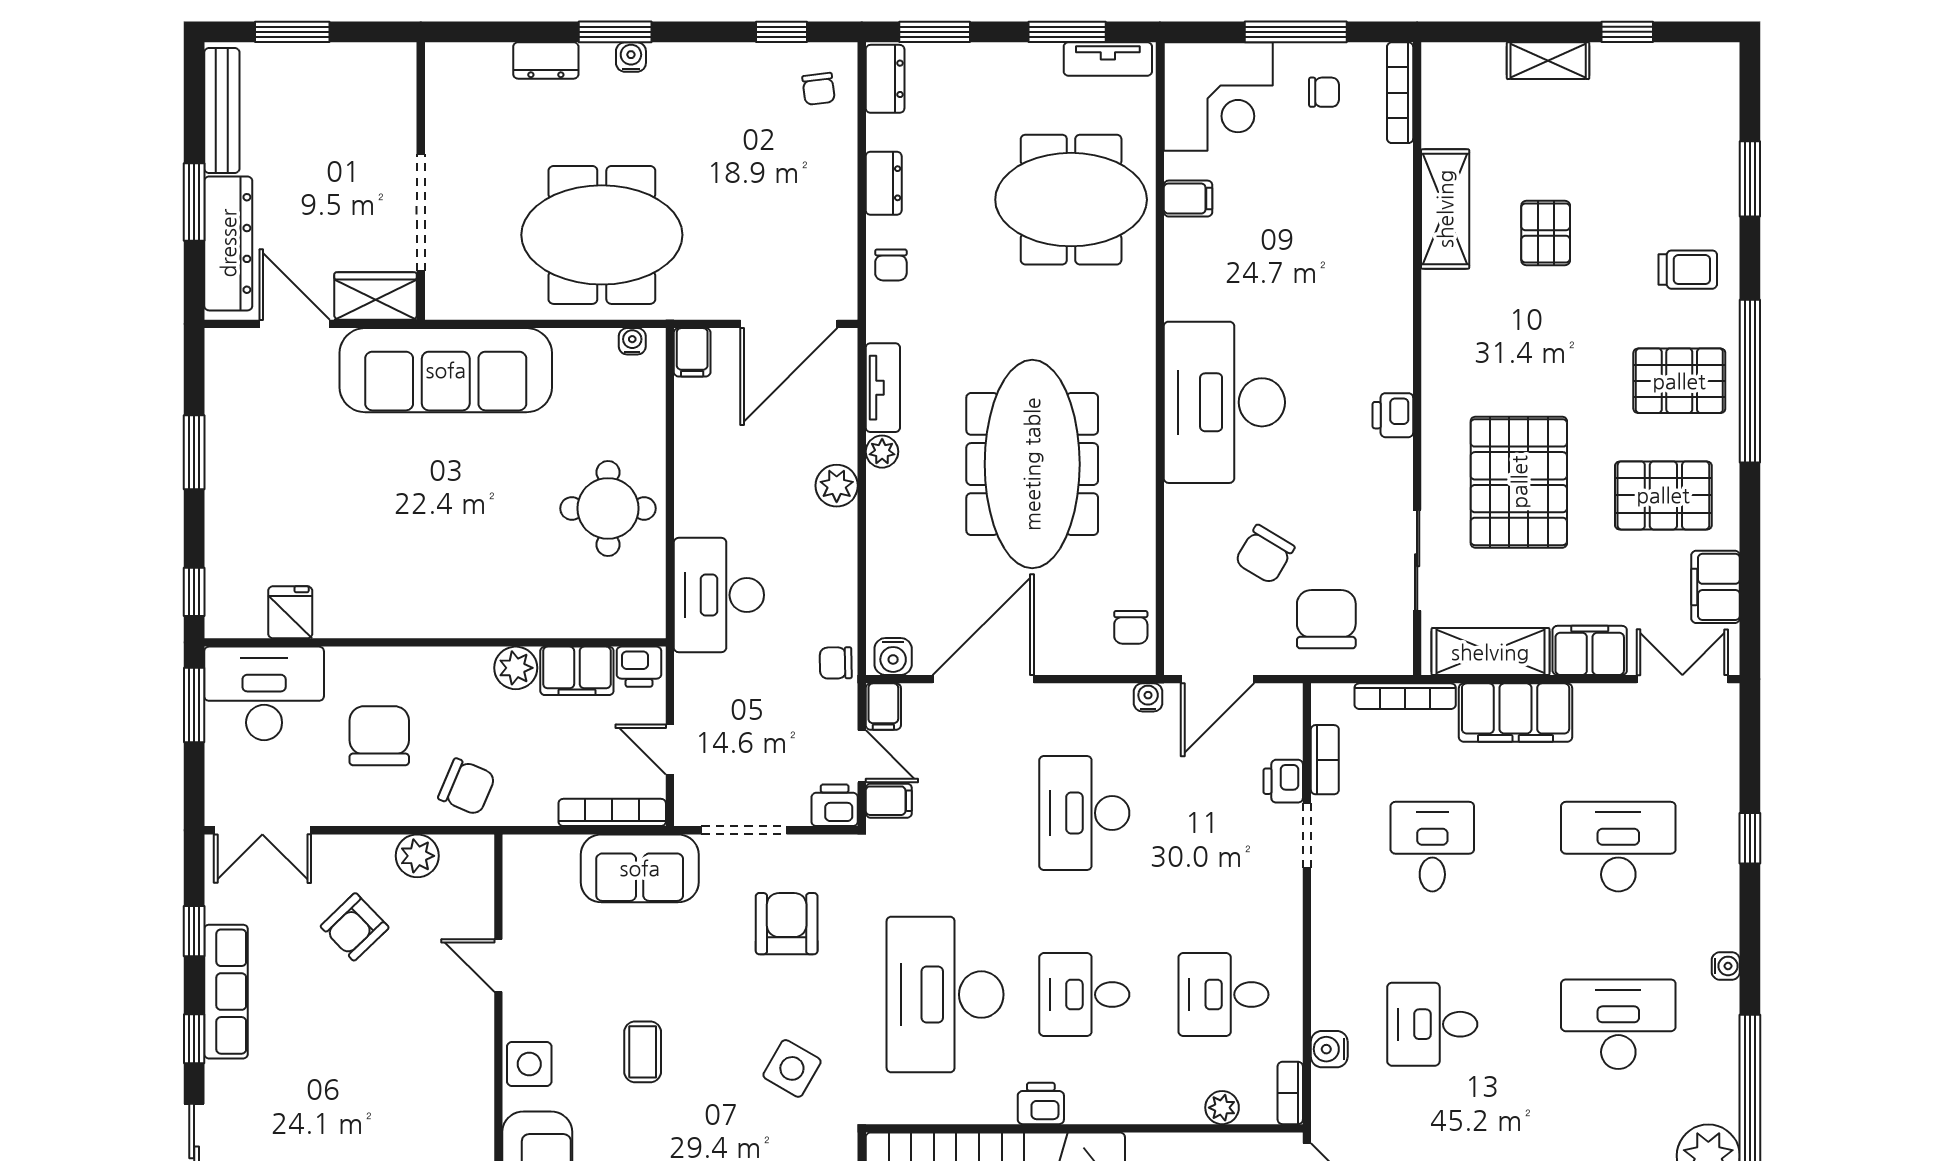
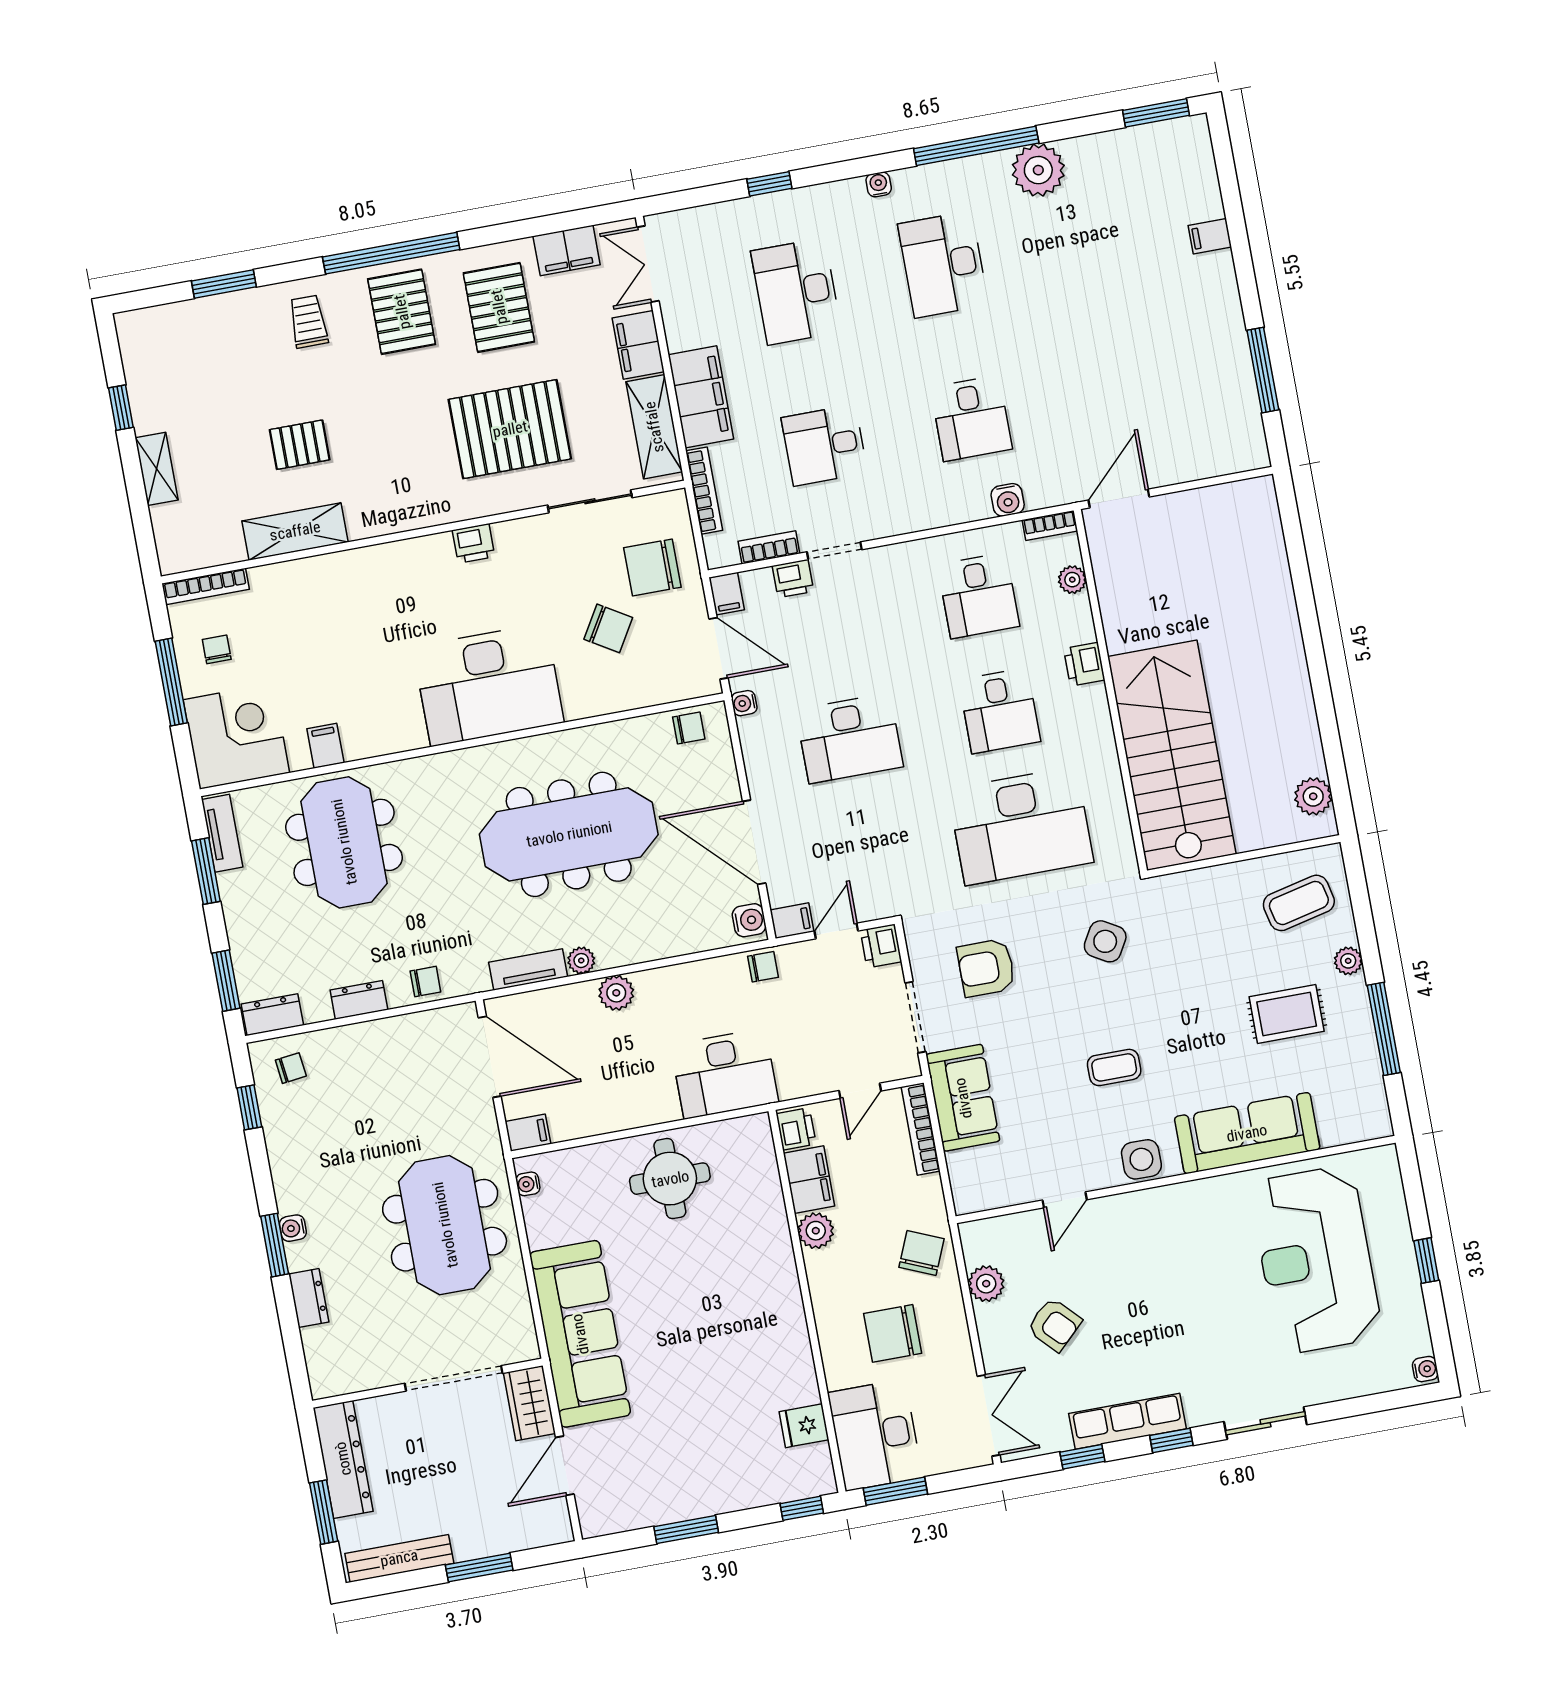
dresser: (228, 243) -> (343, 1459), moved, turned 90
chair: (836, 663) -> (763, 967), turned -89
filing cabinet: (889, 801) -> (727, 594), moved, turned 180
printer: (1041, 1103) -> (1084, 664), moved

